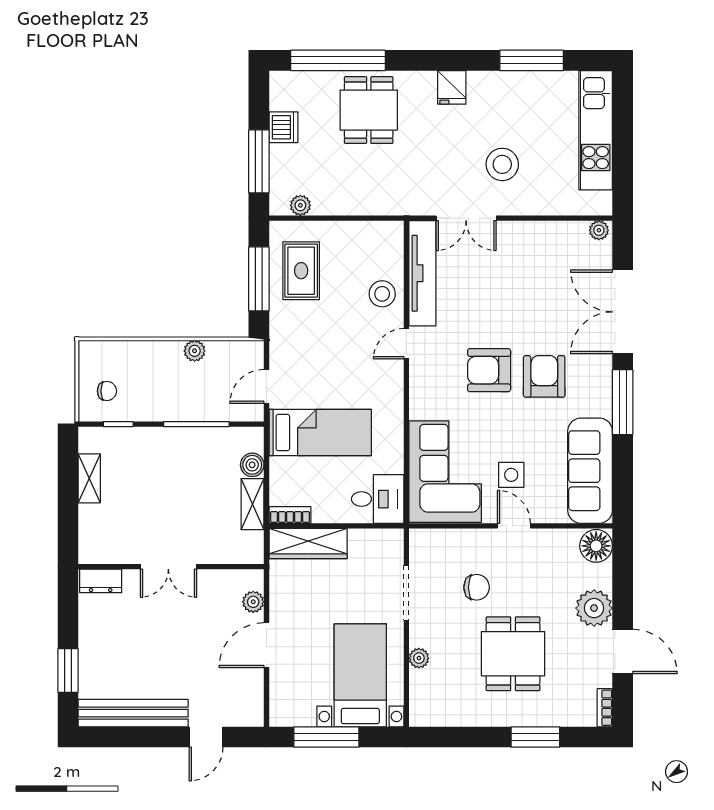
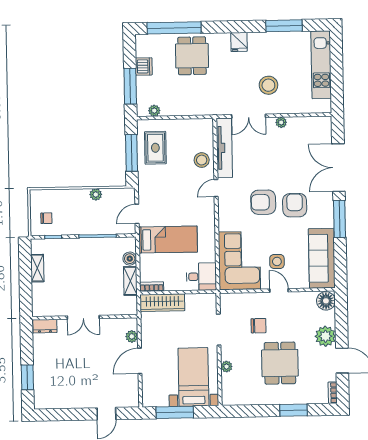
plant: (599, 230) -> (281, 122), moved
bench: (133, 713) -> (65, 401), removed

